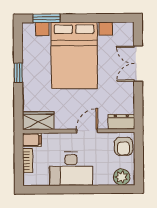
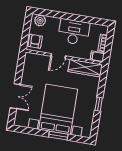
window: (46, 18) -> (58, 136), moved
wardrobe: (38, 121) -> (85, 68), width x1.50
dresser: (121, 122) -> (34, 58), removed

